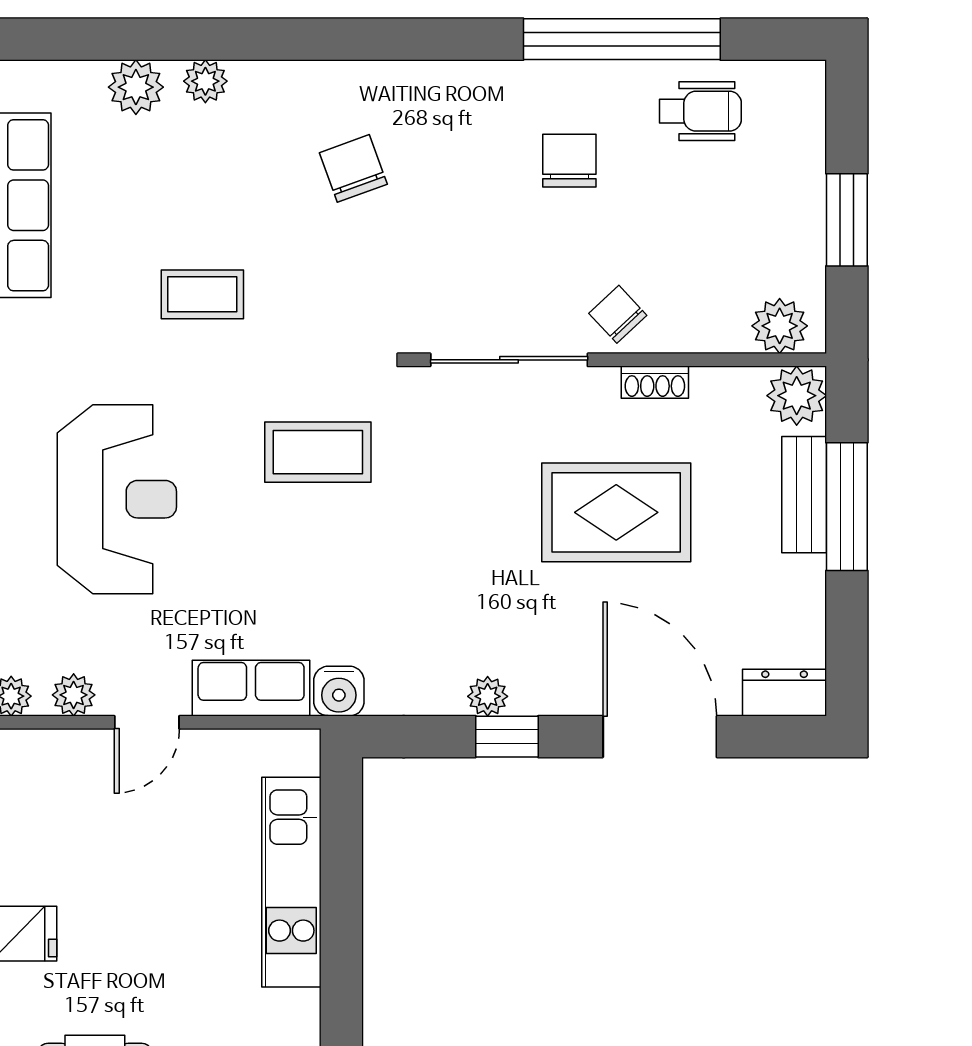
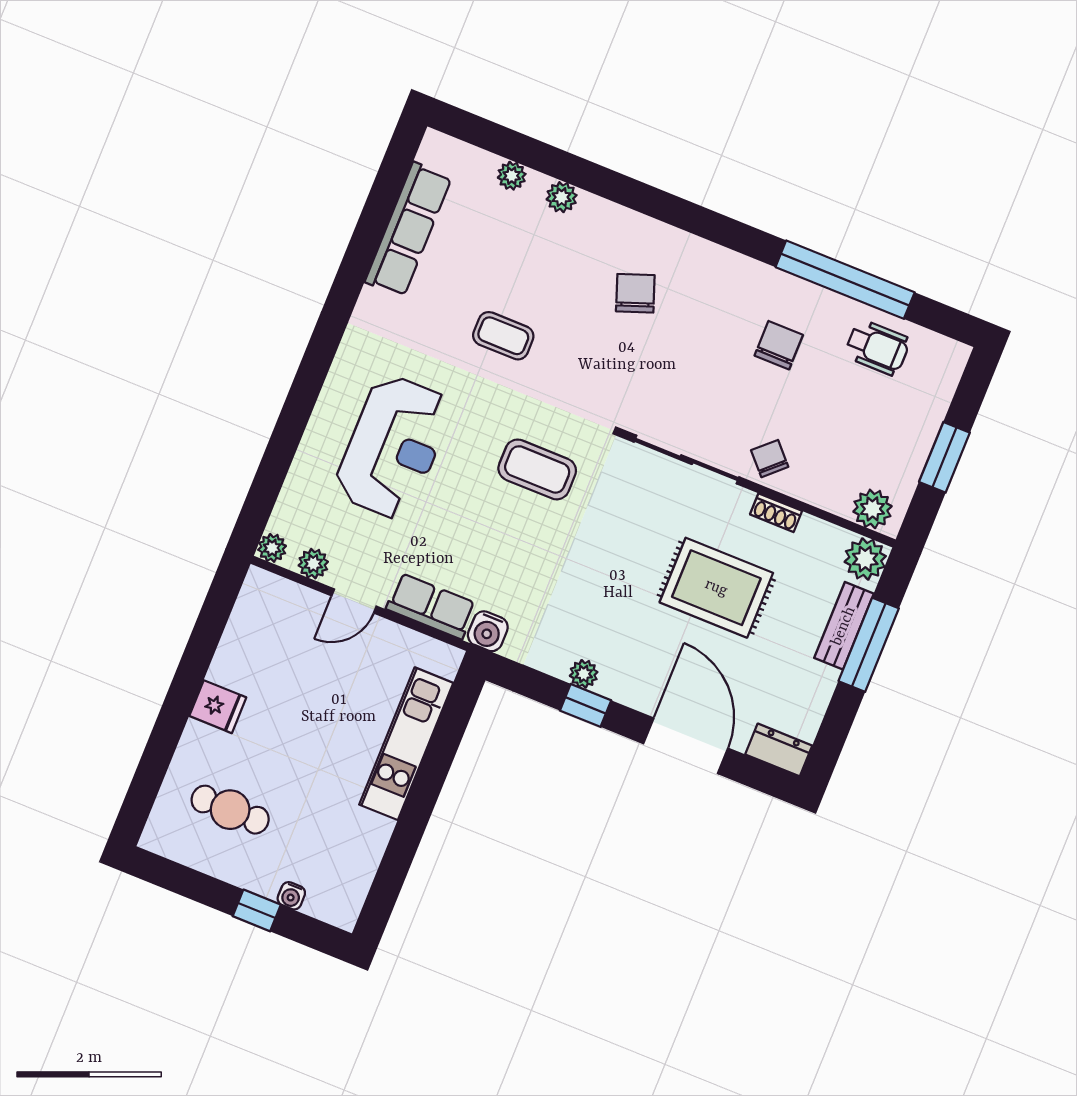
plant: (136, 87) -> (512, 176), width x0.73, depth x0.73

